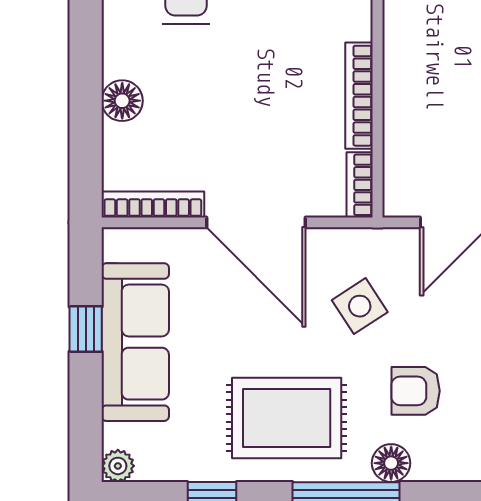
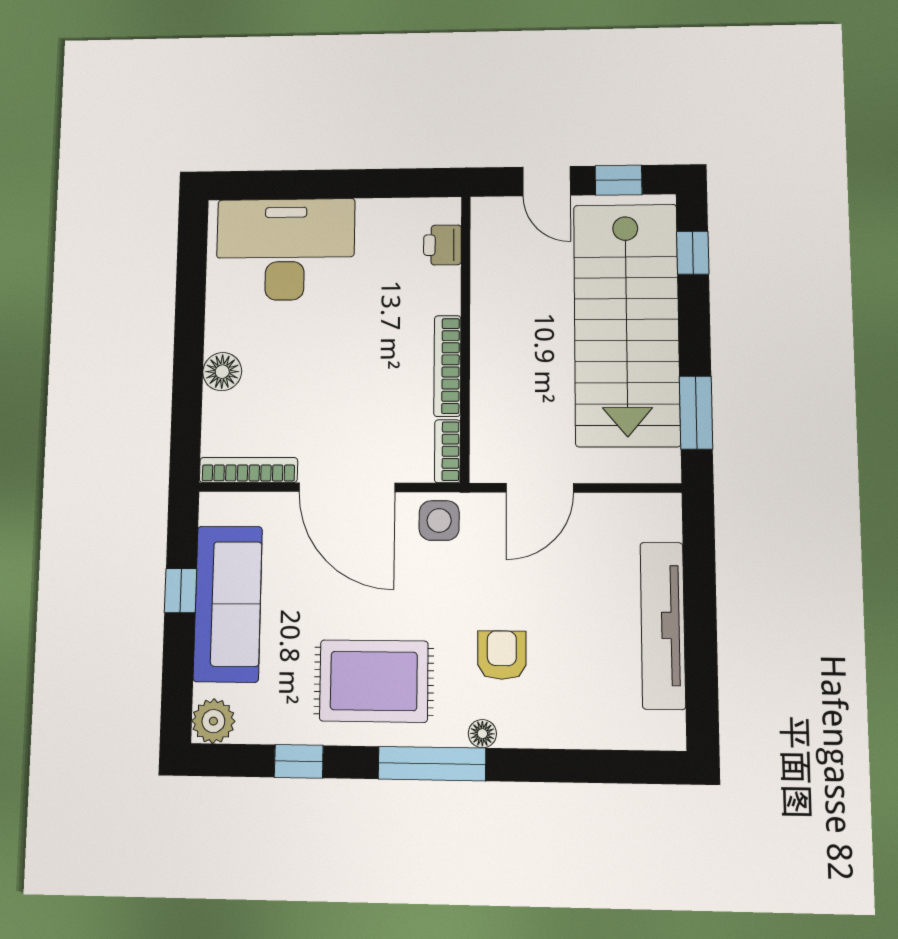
side table: (360, 306) -> (439, 521), moved, turned 33
armchair: (416, 391) -> (502, 655), turned 90
floor lamp: (391, 463) -> (482, 734), width x0.73, depth x0.73
plant: (118, 466) -> (213, 721), width x1.38, depth x1.38

